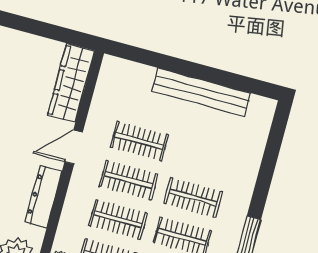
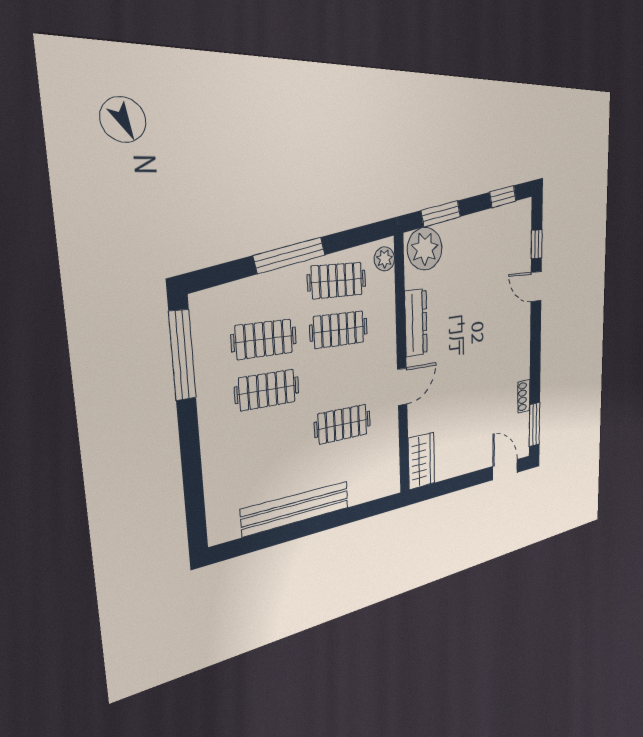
wardrobe: (71, 83) -> (421, 461), width x0.67
clothes rail: (129, 180) -> (341, 377), removed

